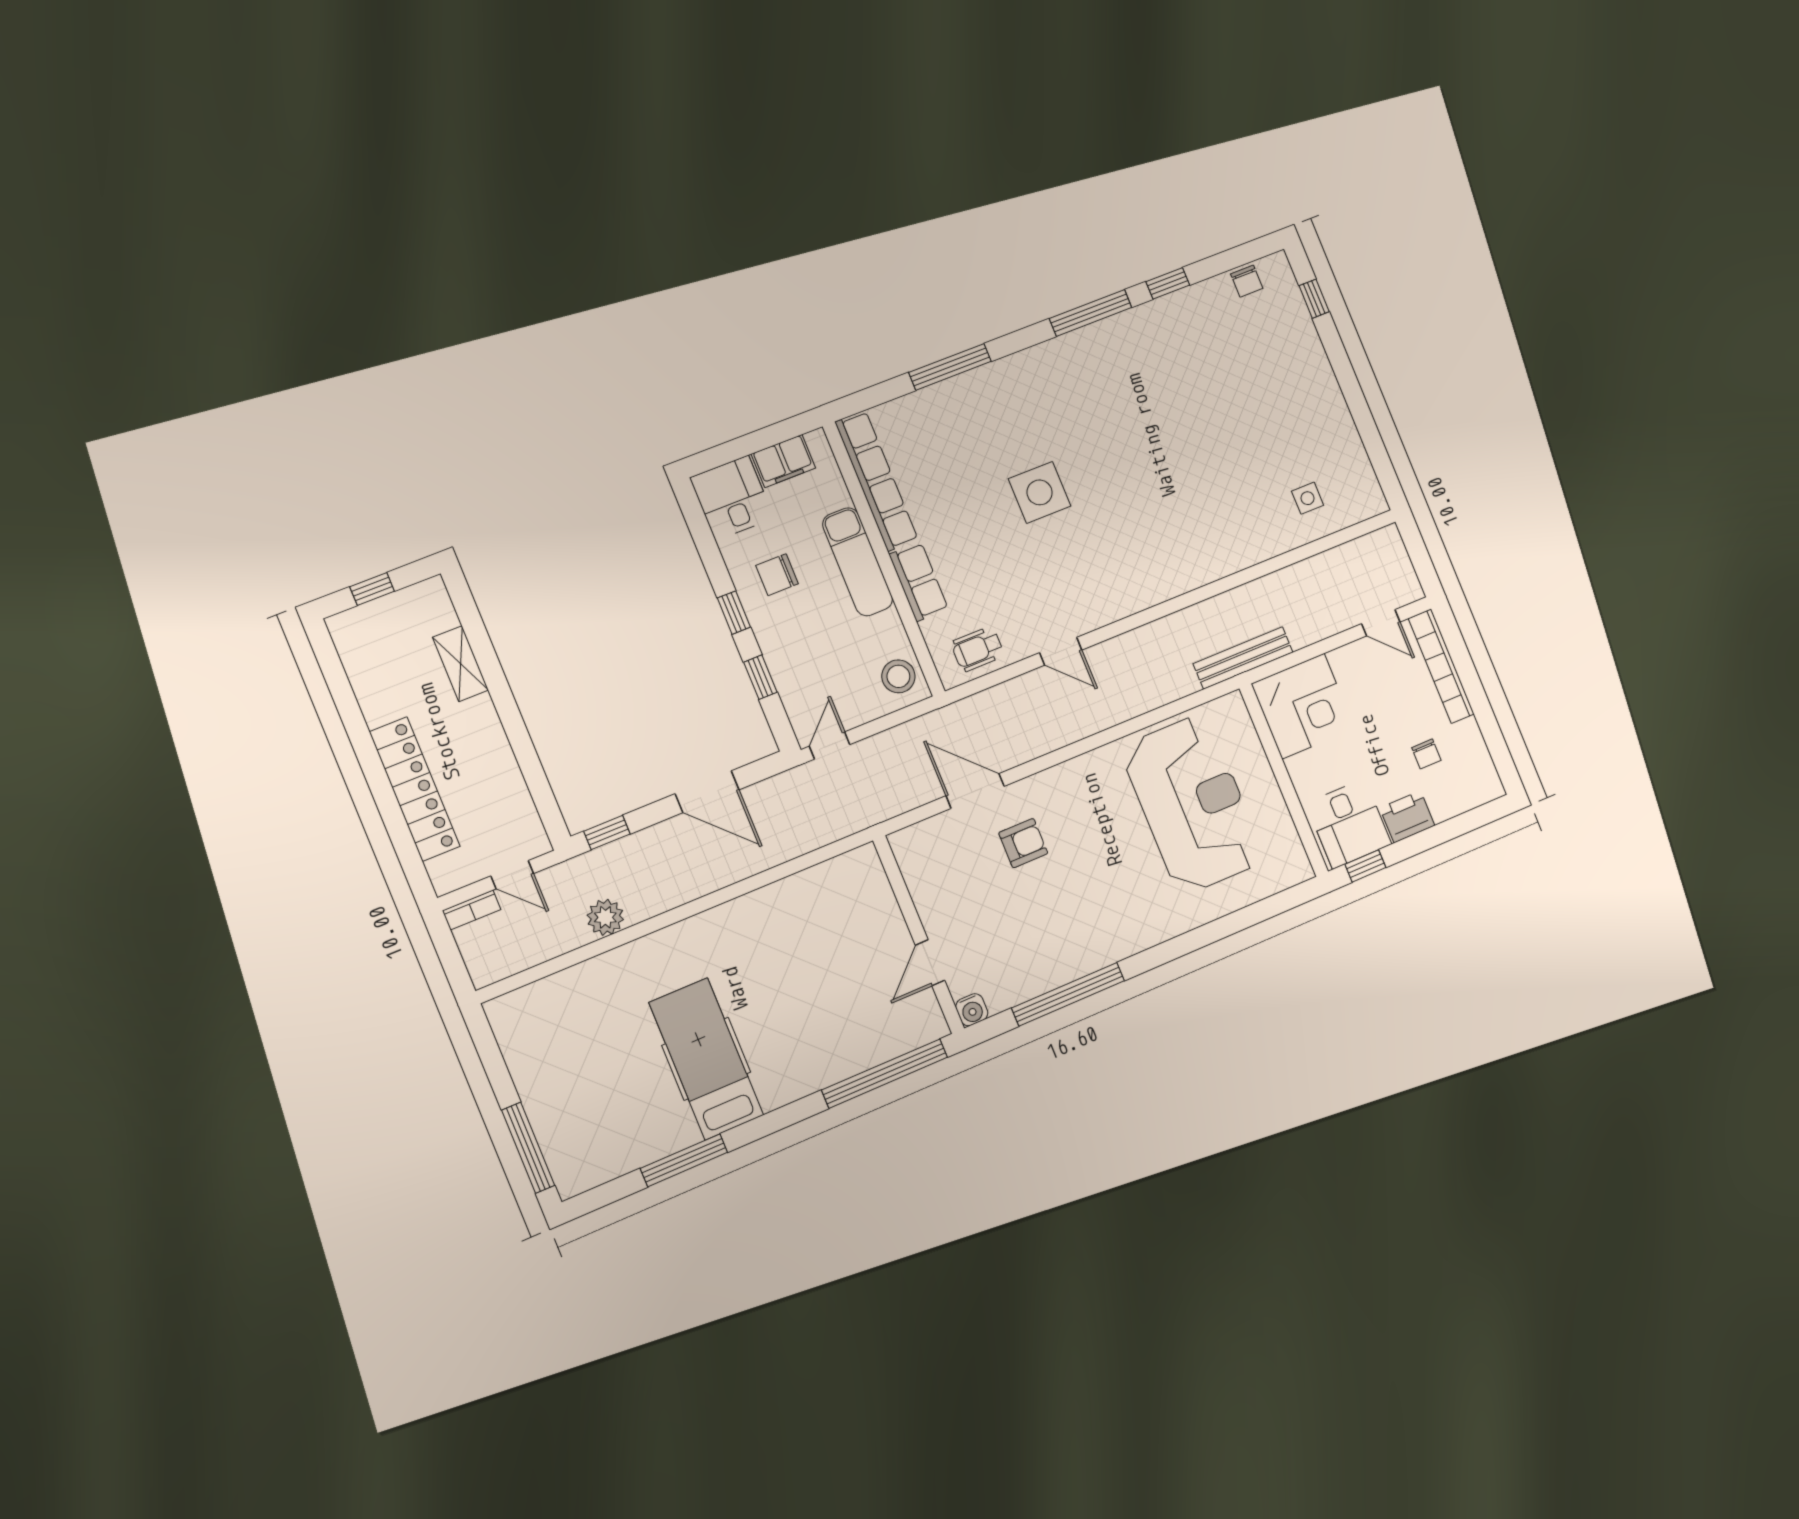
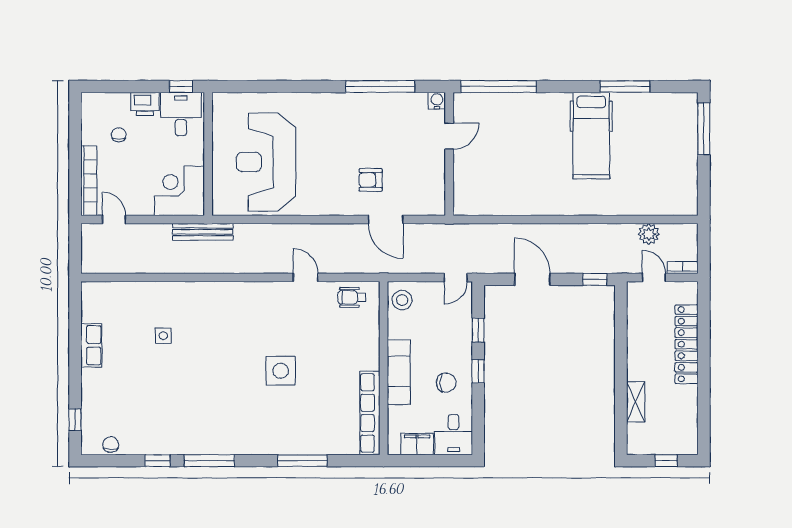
side table: (1308, 498) -> (163, 336), moved
row of seats: (919, 582) -> (91, 345), moved, turned 180
wheelchair: (978, 649) -> (352, 297), turned 180
plant: (605, 917) -> (649, 234), moved

